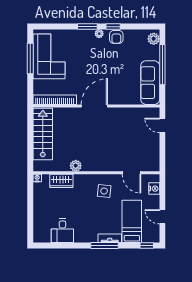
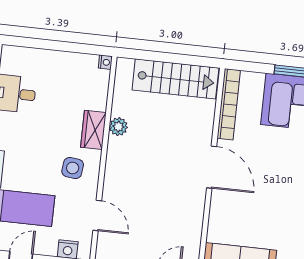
door: (132, 173) -> (97, 215), swing flipped
wardrobe: (61, 181) -> (93, 130), moved

